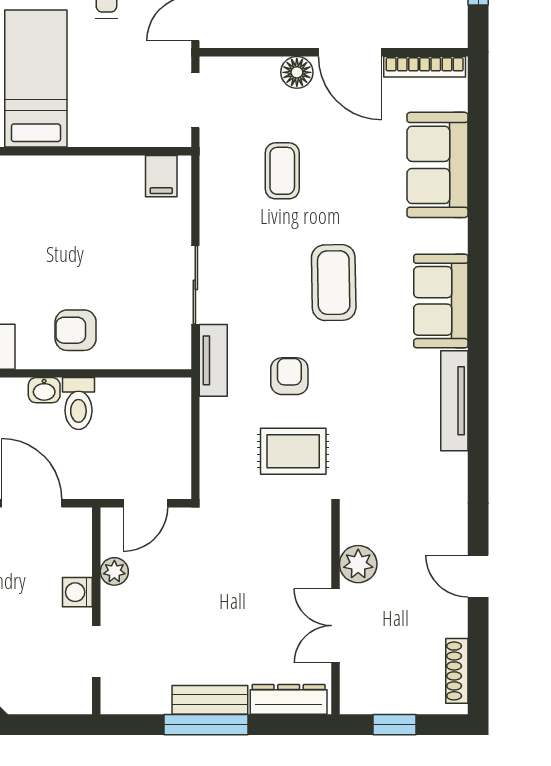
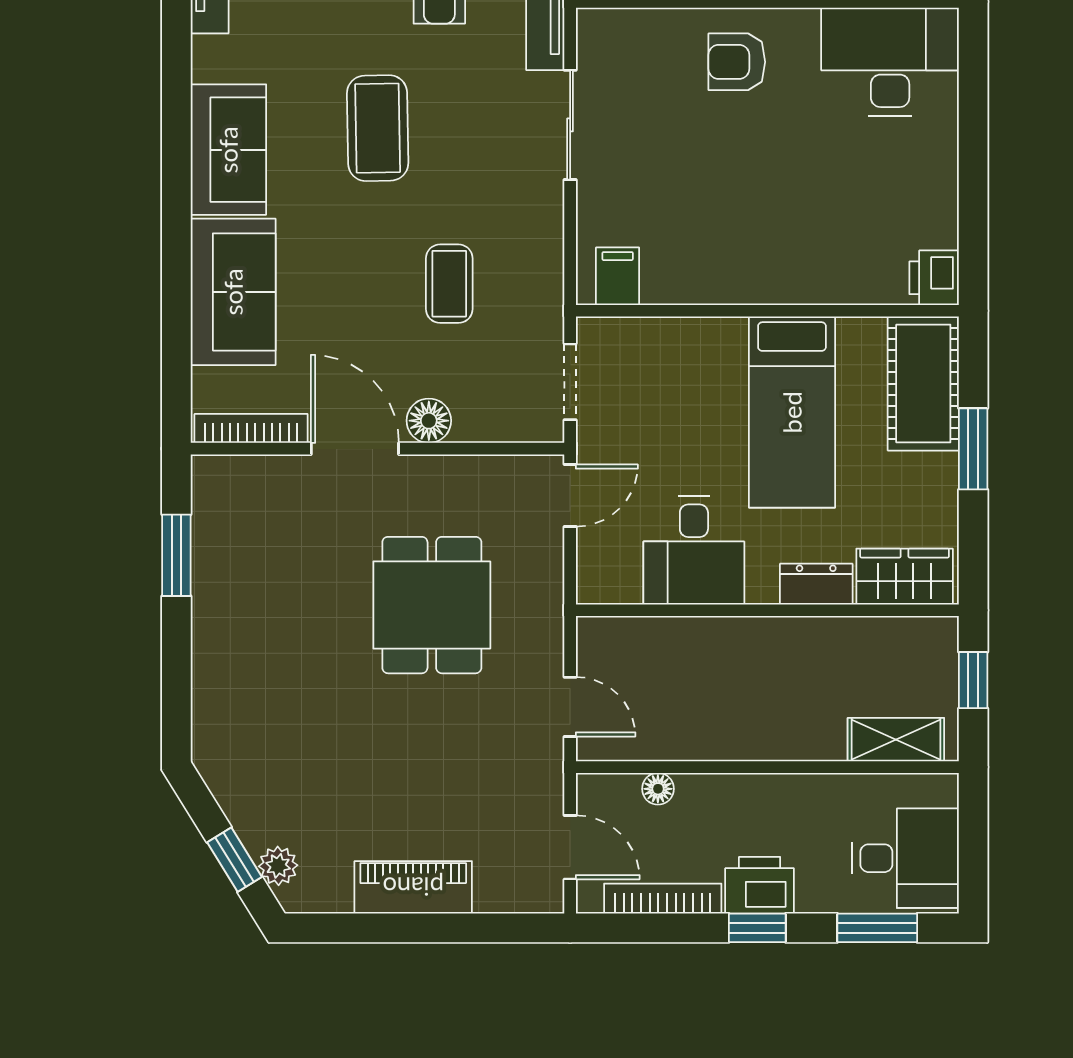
sofa: (441, 301) -> (228, 150), moved
armchair: (76, 330) -> (737, 62), turned 180

